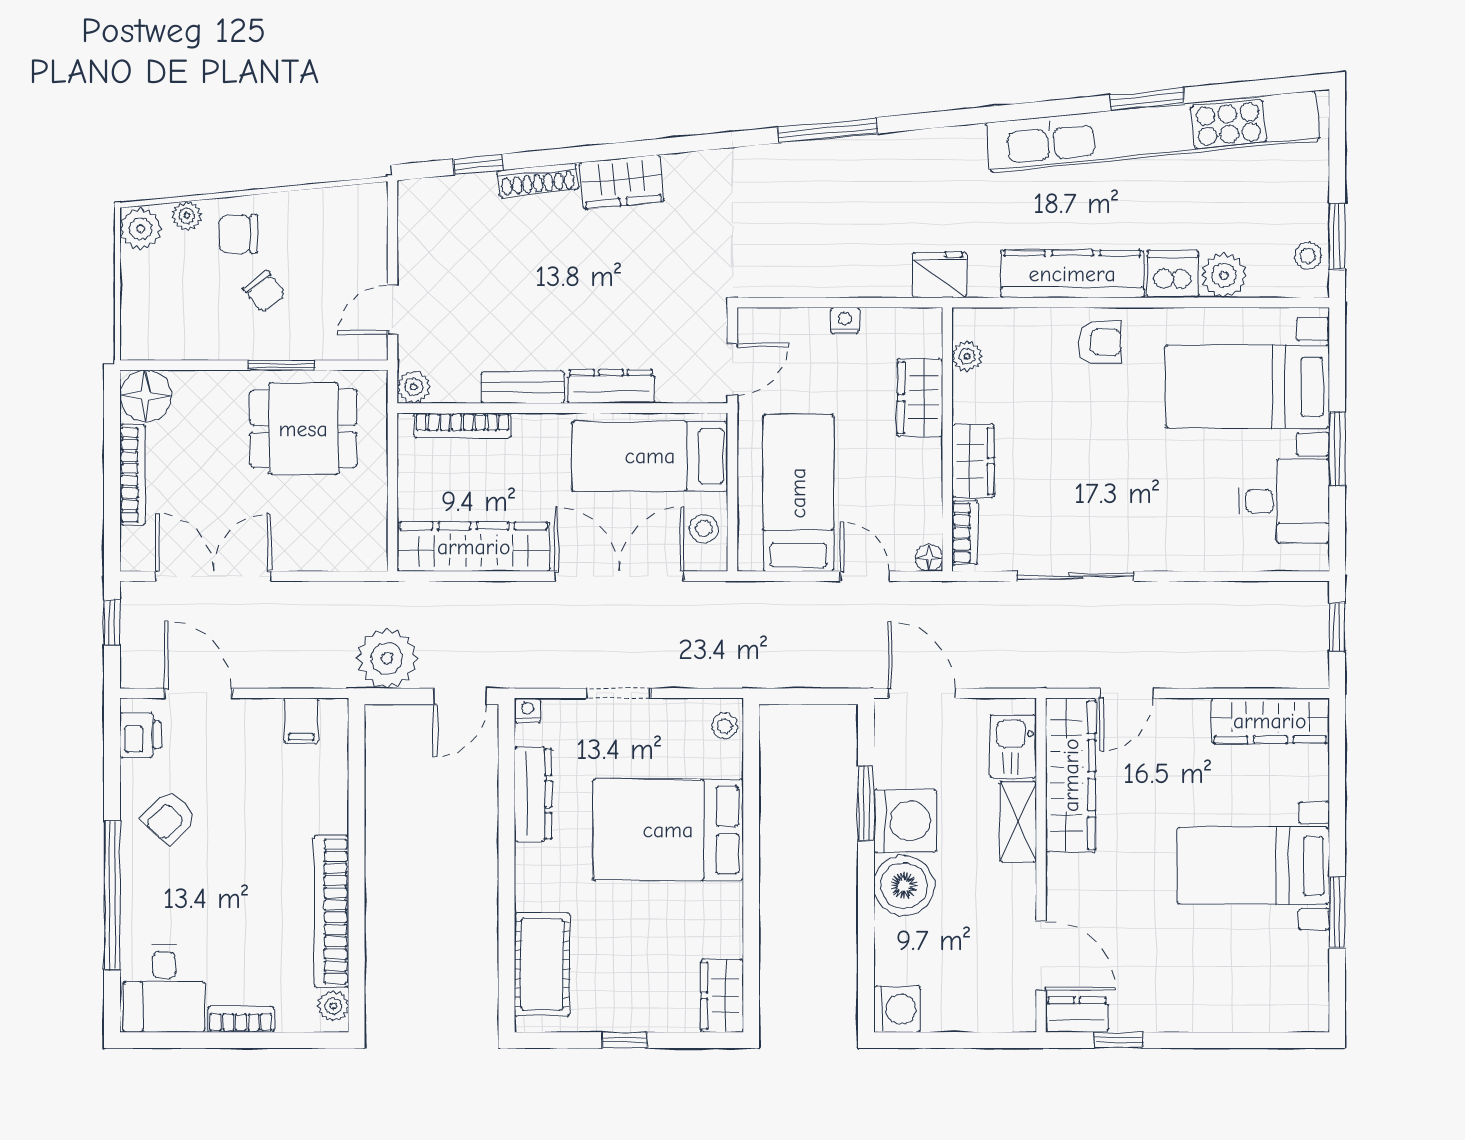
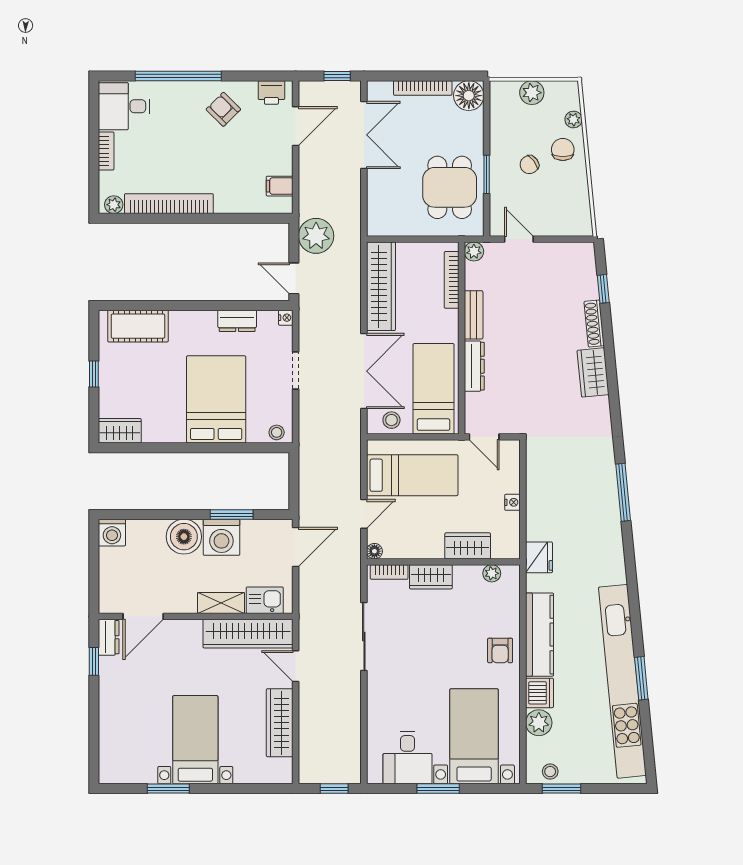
plant: (141, 229) -> (532, 93), moved
wardrobe: (1270, 721) -> (280, 723), moved
dresser: (533, 794) -> (237, 321), width x0.70

